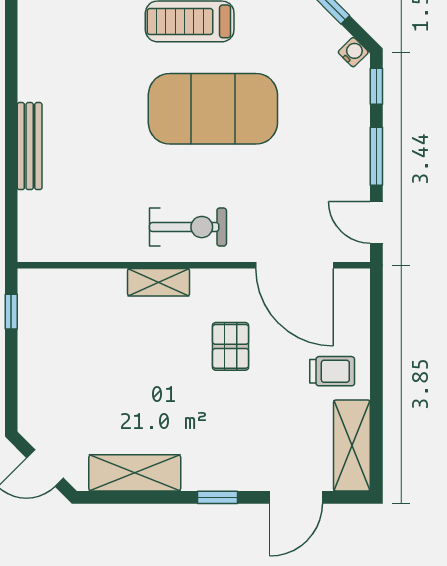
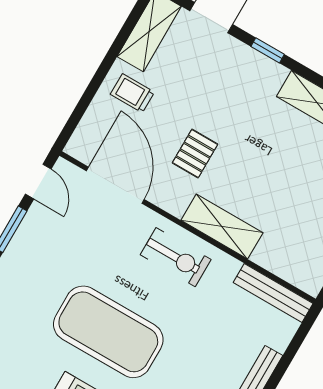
exercise bike: (188, 227) -> (176, 257), turned 180
bench: (65, 249) -> (273, 293), added
shelving: (159, 282) -> (222, 226), width x1.50, depth x1.33

